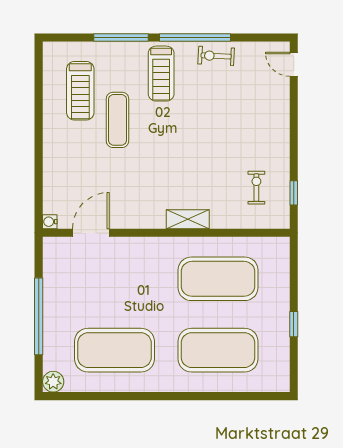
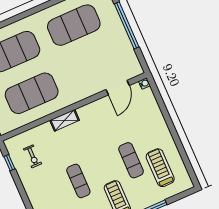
exercise mat: (206, 123) -> (78, 181), added

